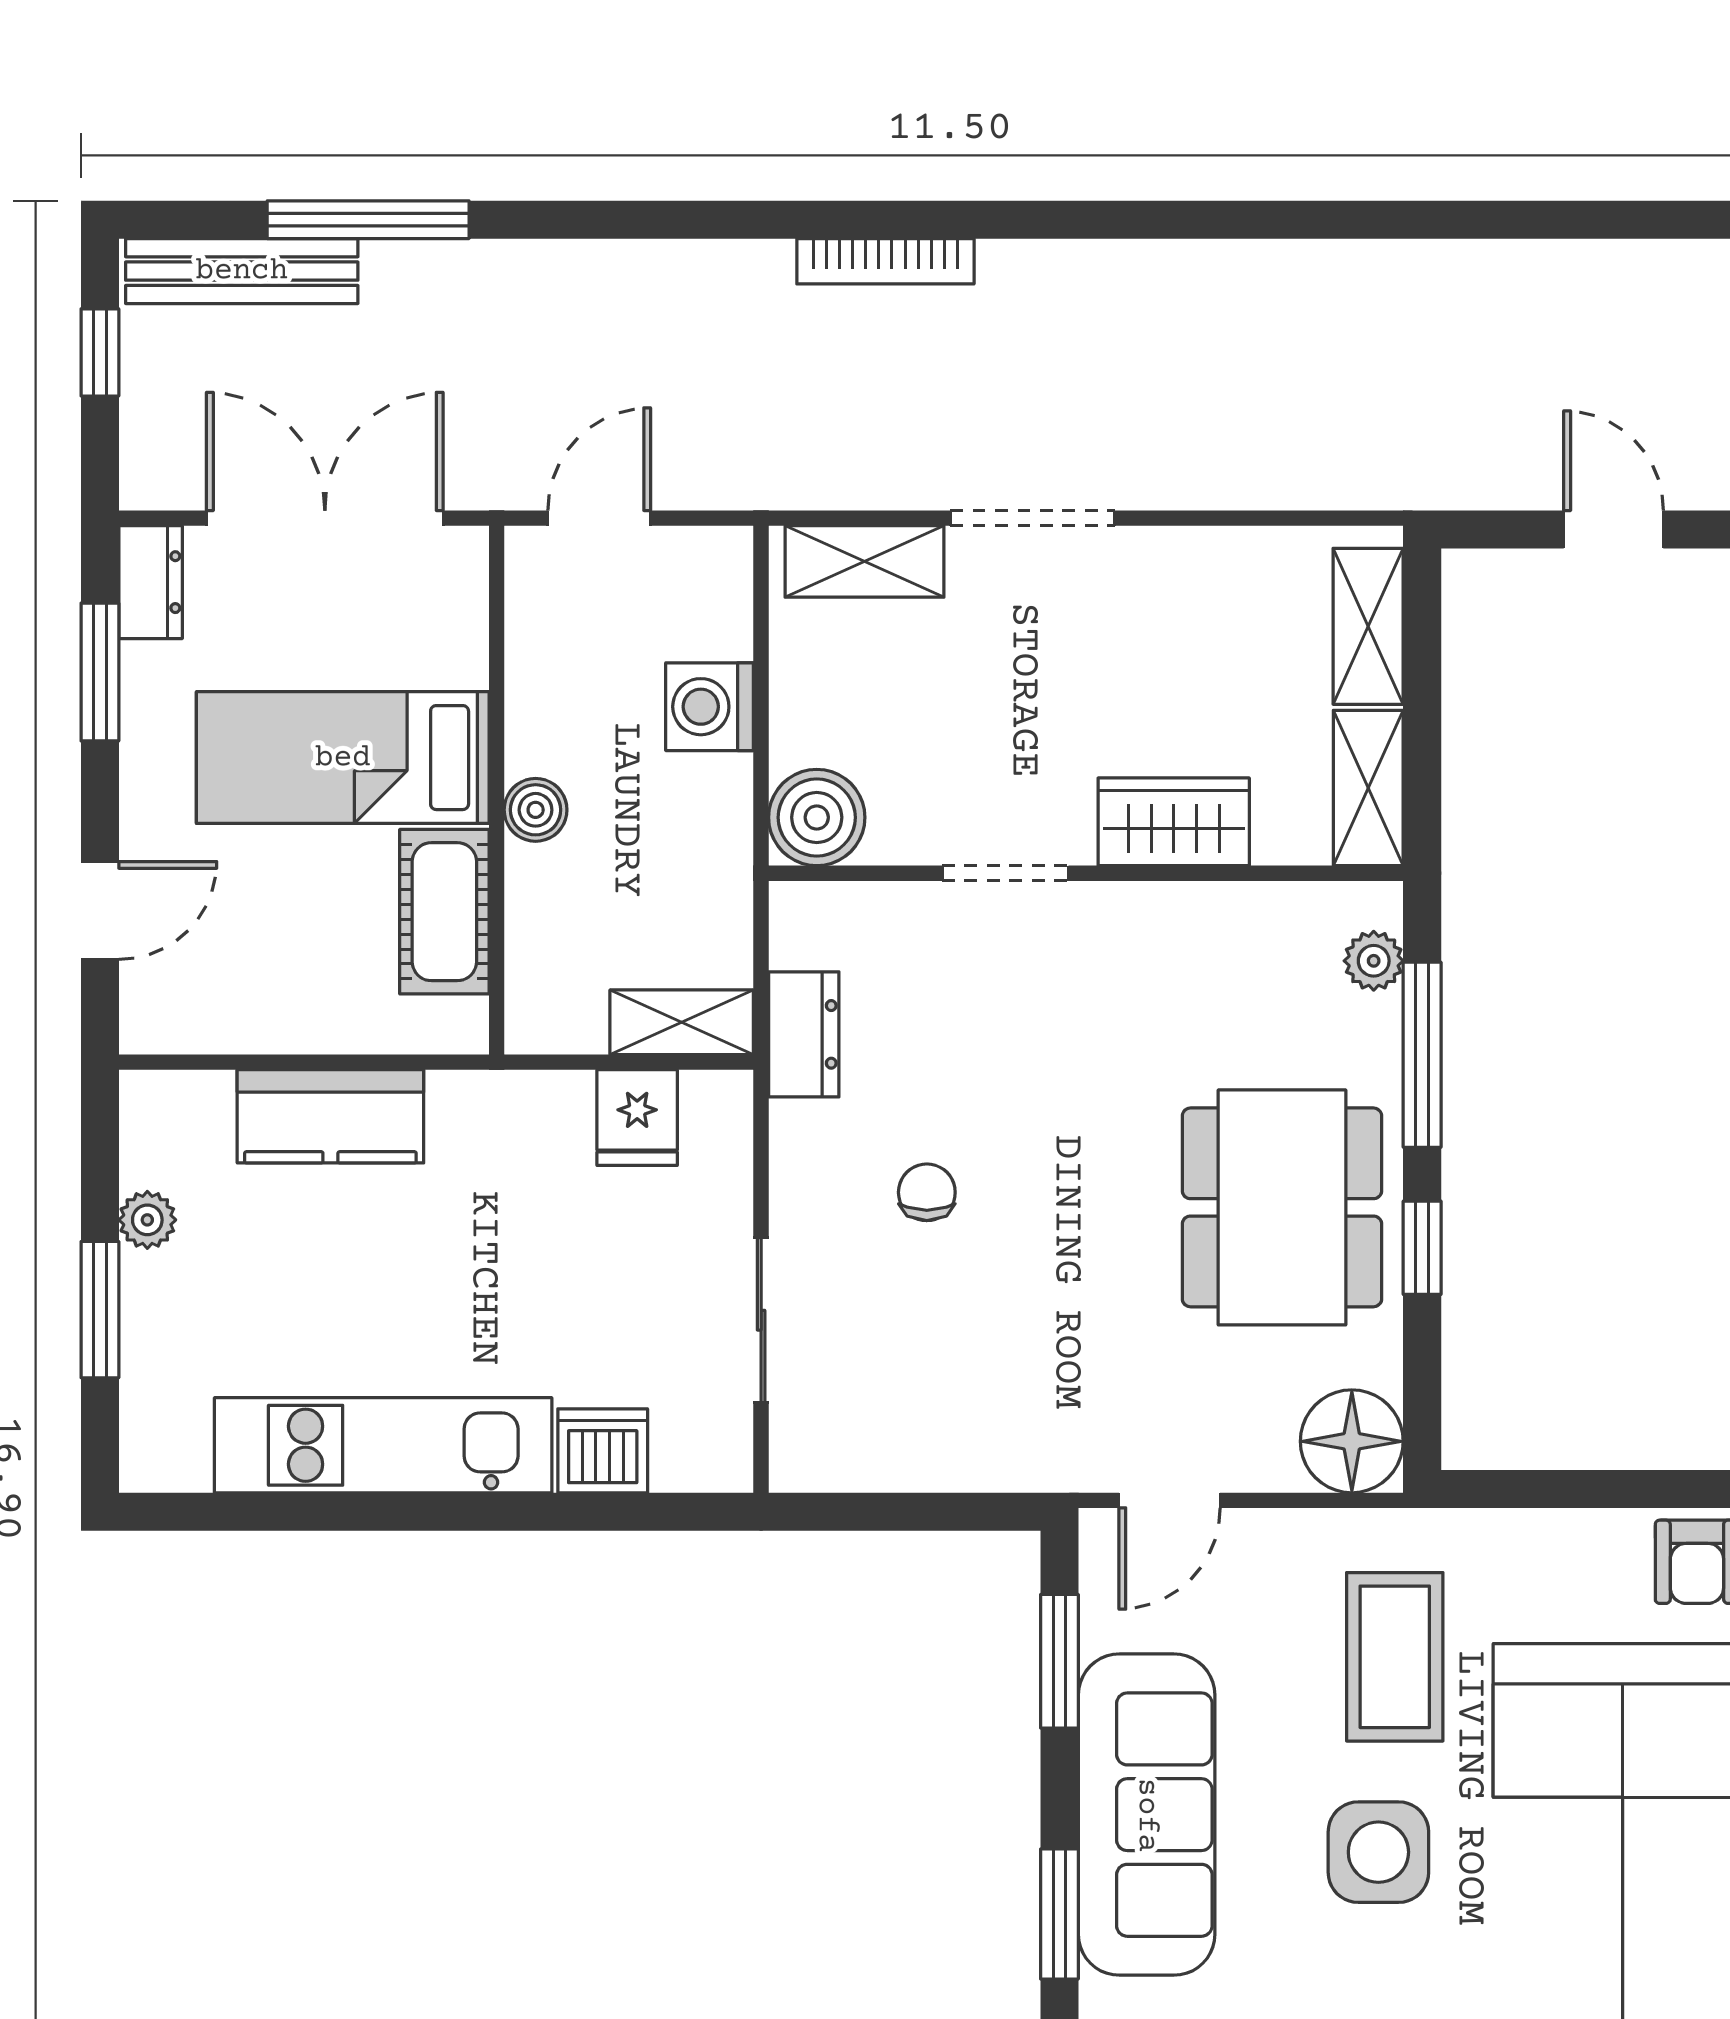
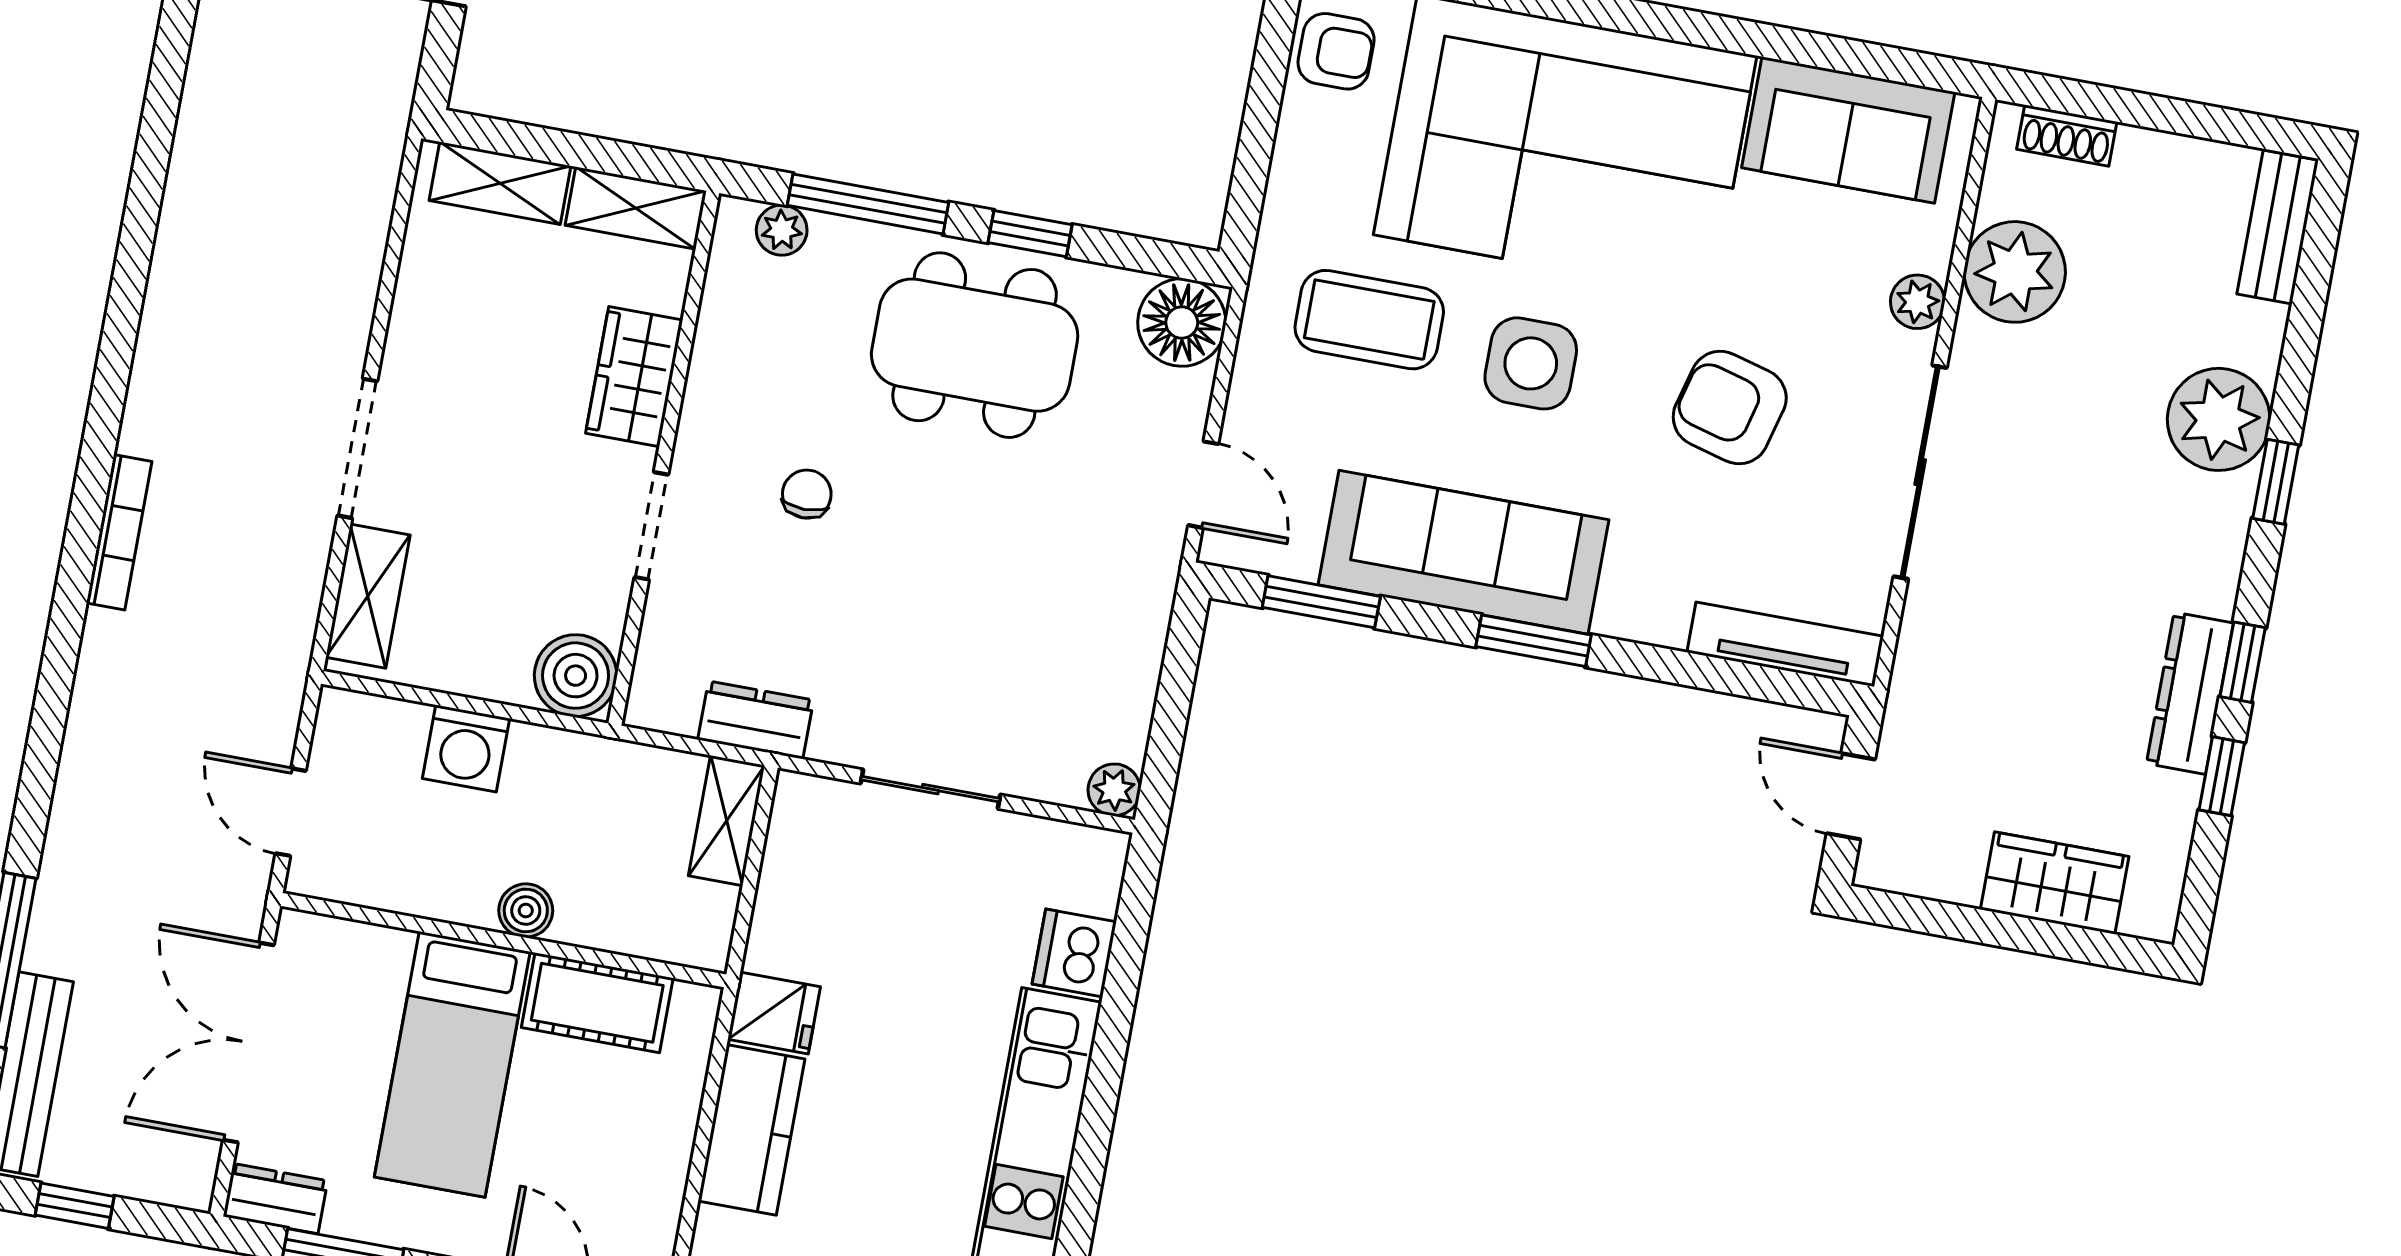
fridge: (637, 1118) -> (774, 1013), moved
chair: (927, 1192) -> (807, 494), moved, turned 90
sliding door: (761, 1320) -> (930, 789), moved
plant: (799, 1462) -> (1114, 790), added

